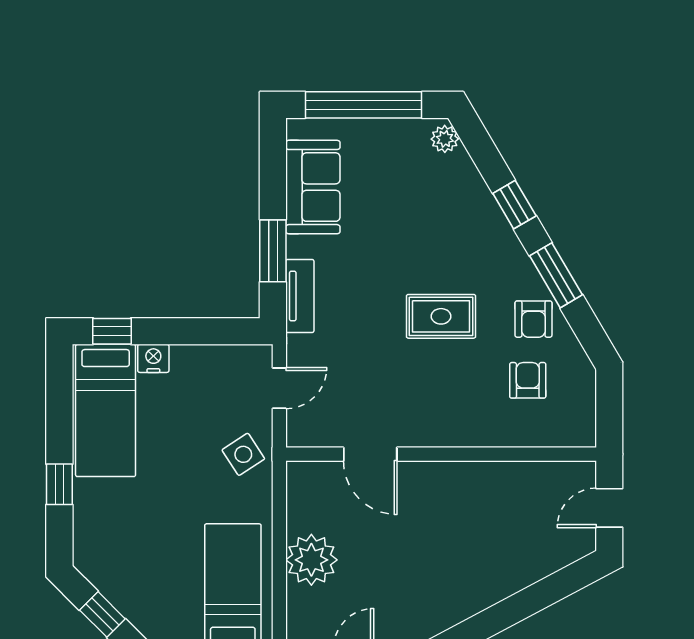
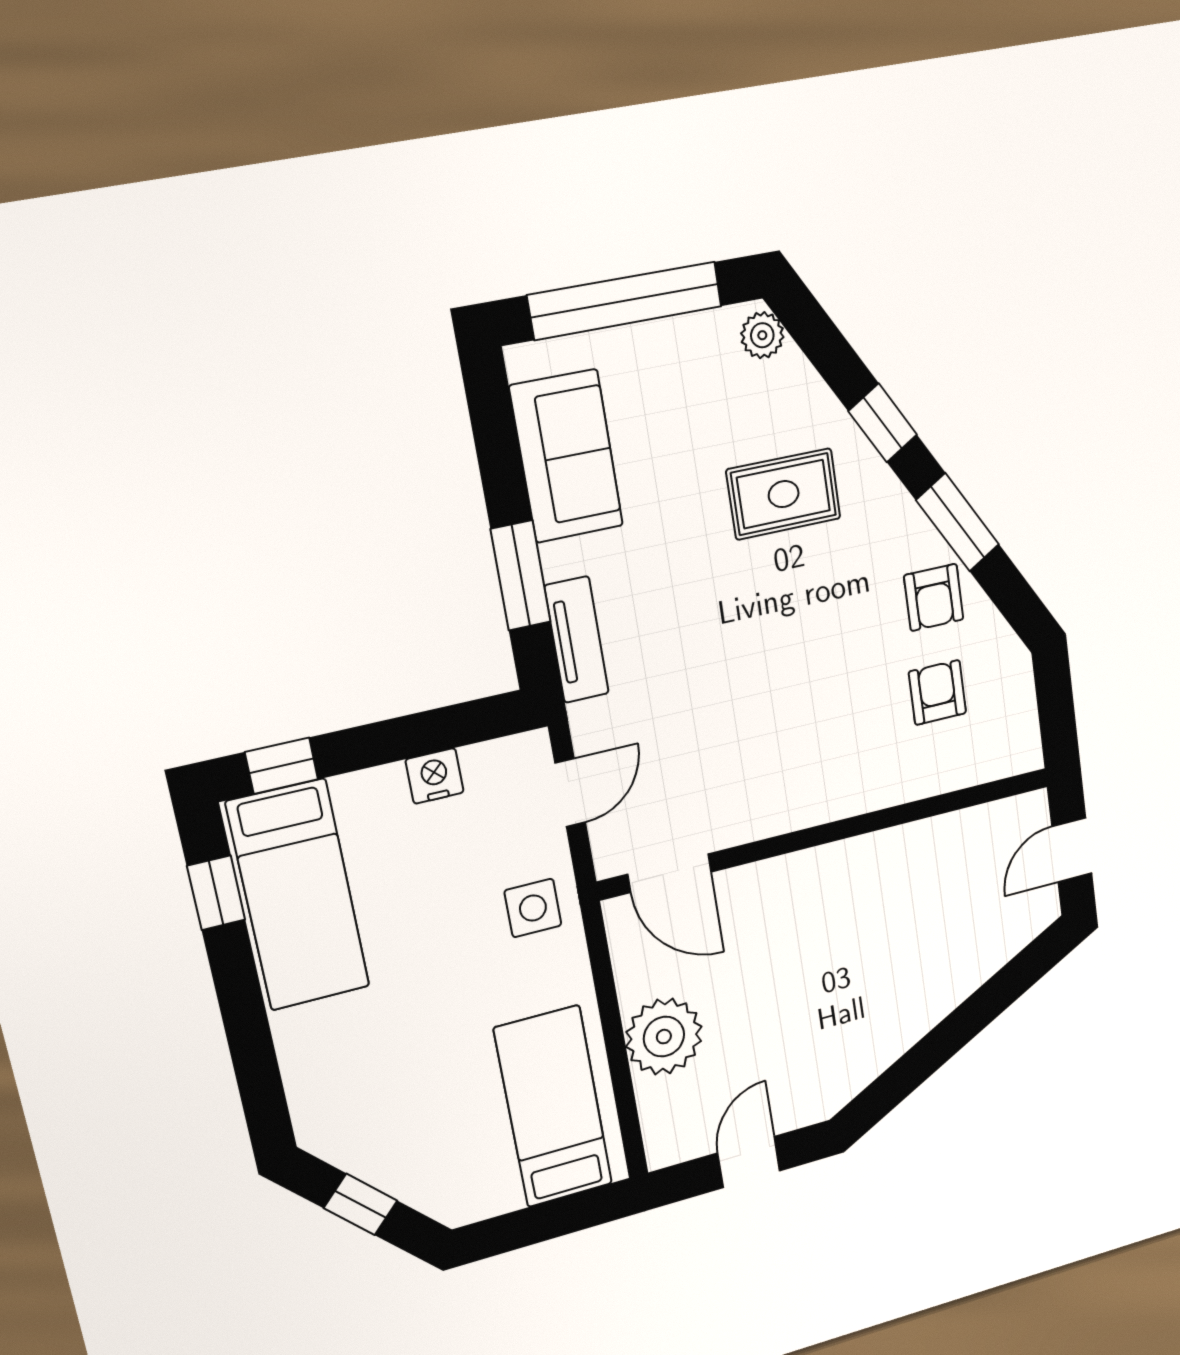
rug: (441, 316) -> (784, 494), moved
nightstand: (153, 358) -> (435, 776), moved
side table: (243, 454) -> (533, 908), turned 33
door: (370, 454) -> (669, 873), moved
window: (59, 484) -> (216, 893), moved

